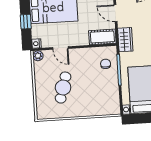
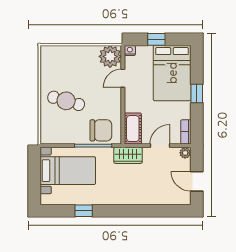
plant: (38, 56) -> (110, 56), width x1.88, depth x1.88
chair: (106, 64) -> (101, 130), width x1.87, depth x1.87
cafe table: (63, 88) -> (66, 101), moved

